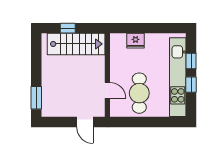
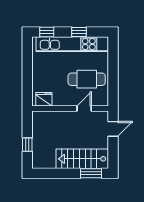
fridge: (136, 41) -> (44, 99), moved, turned -90
stairs: (76, 44) -> (82, 159), moved, turned -90
window: (191, 61) -> (47, 32), moved

